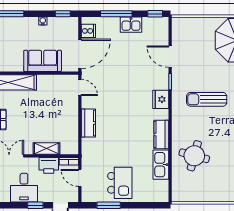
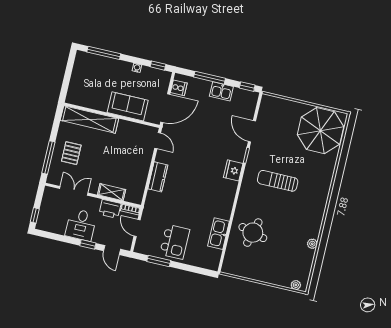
kitchen counter: (161, 134) -> (226, 205), removed

